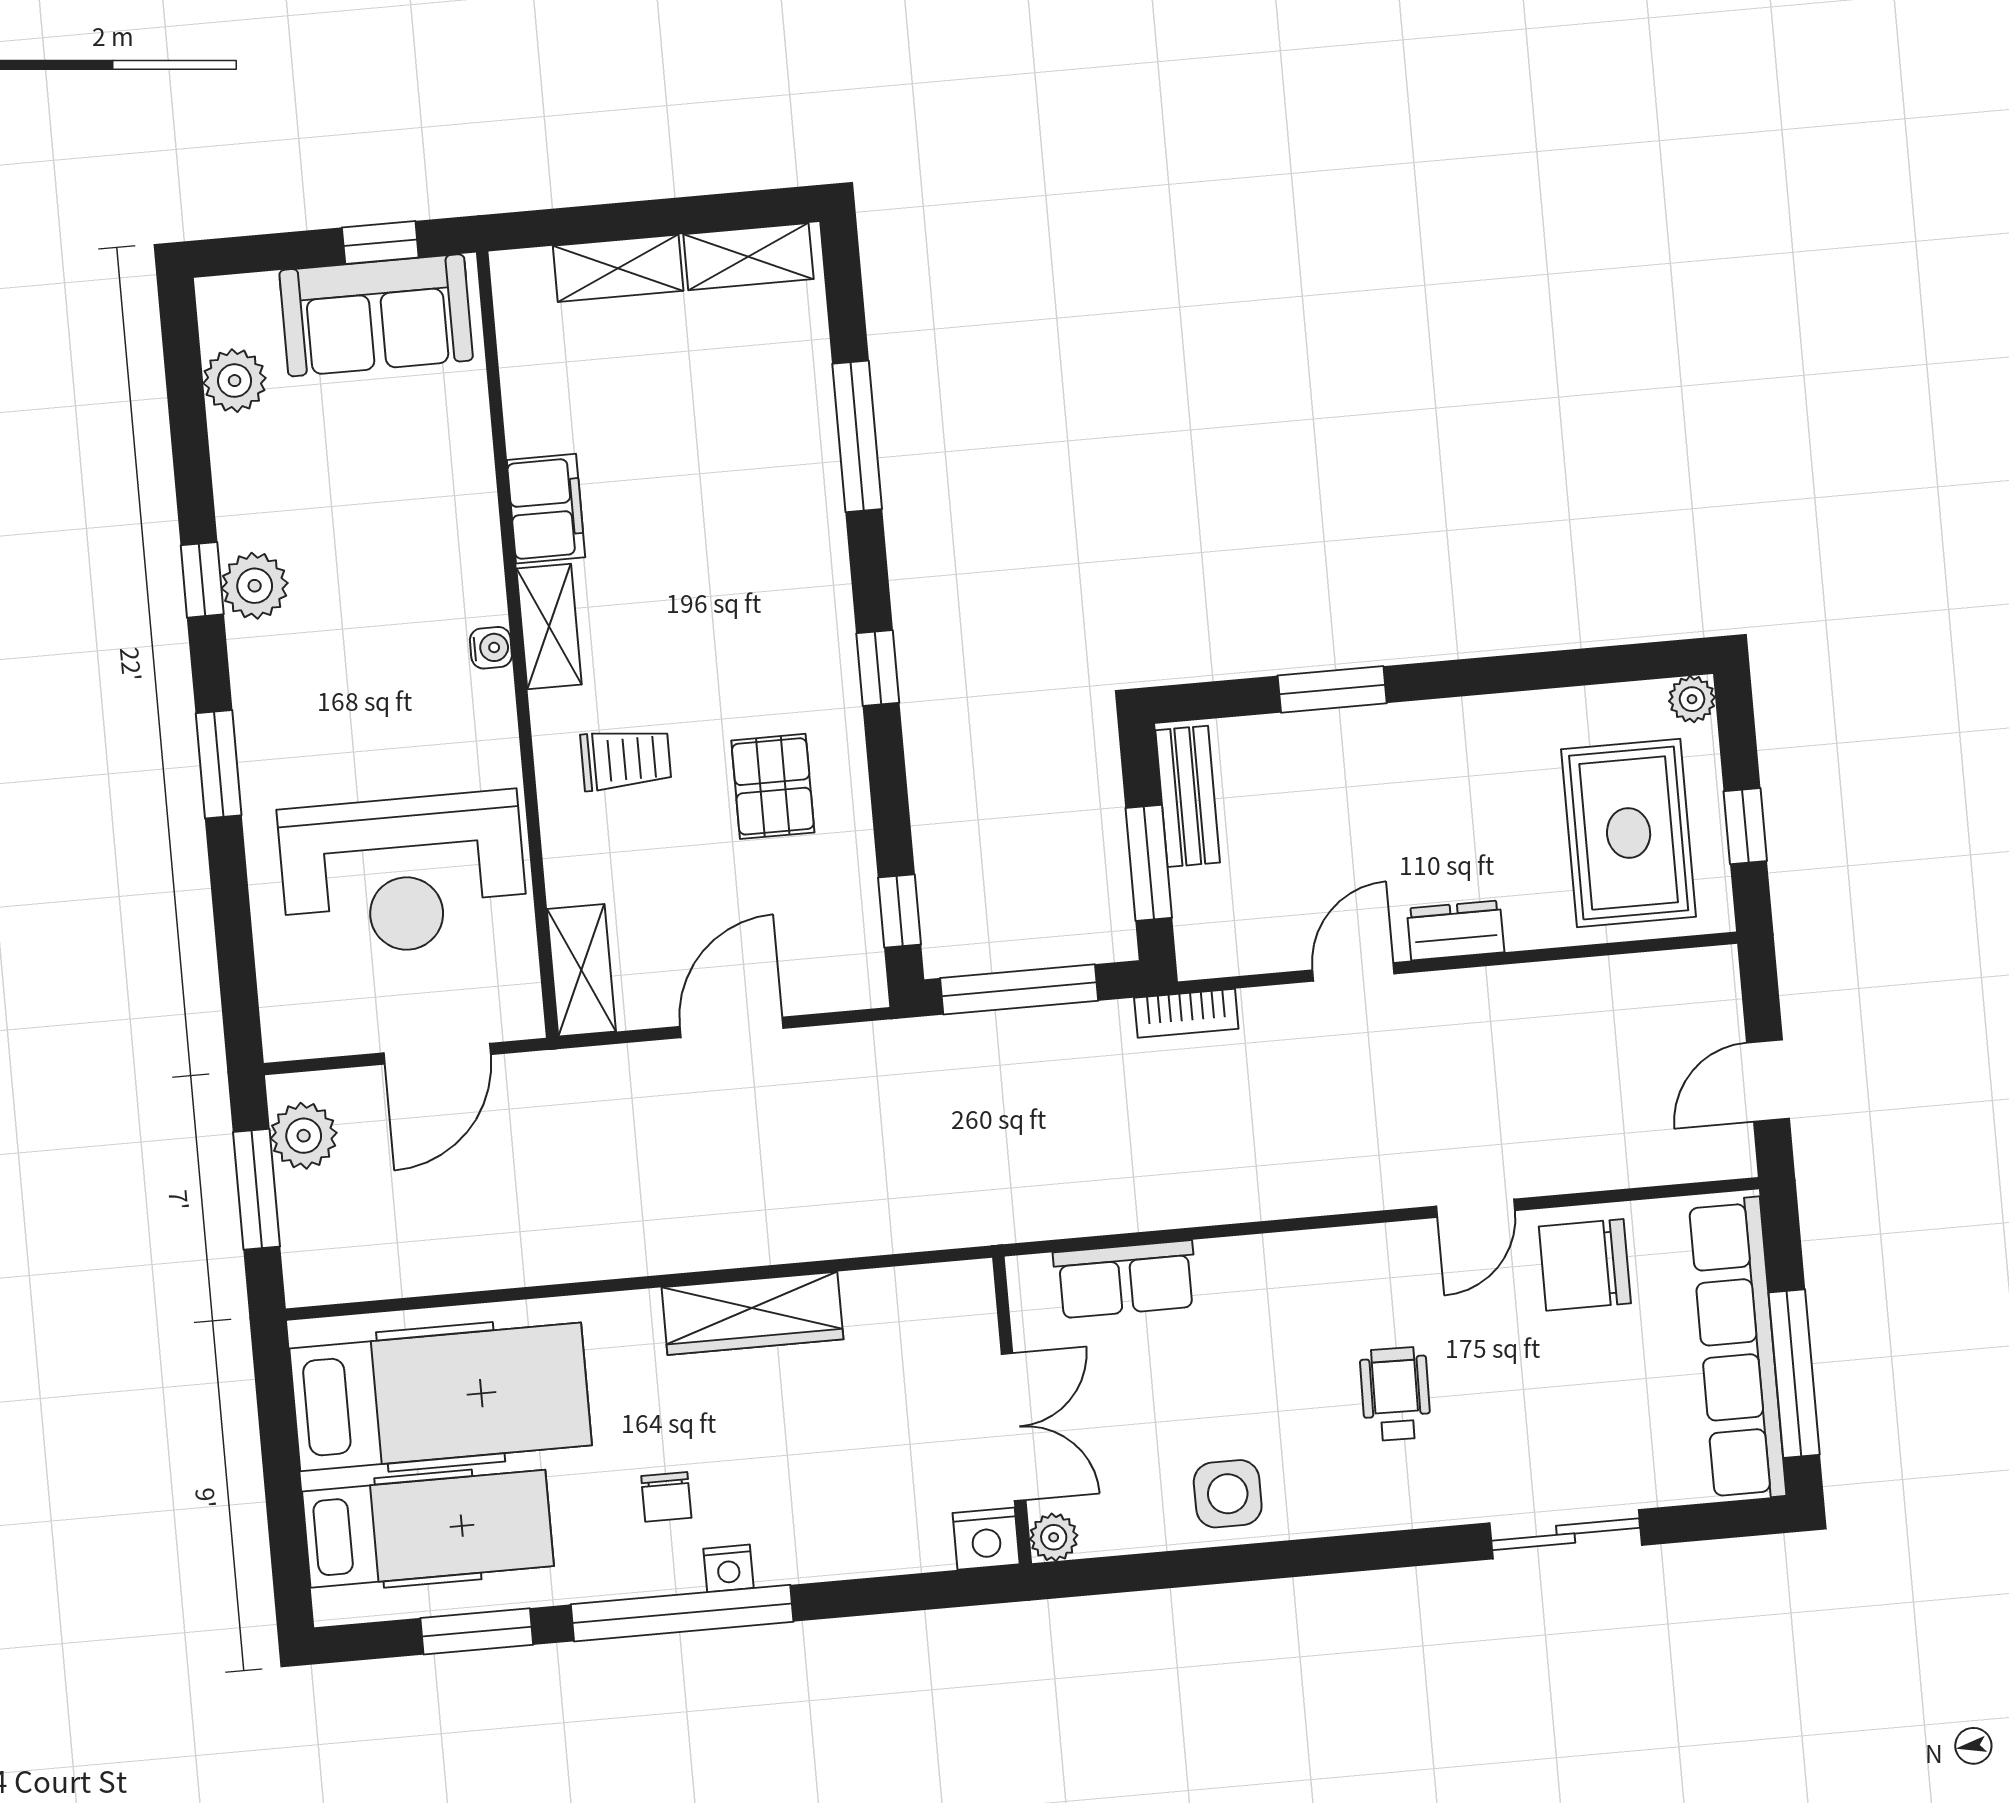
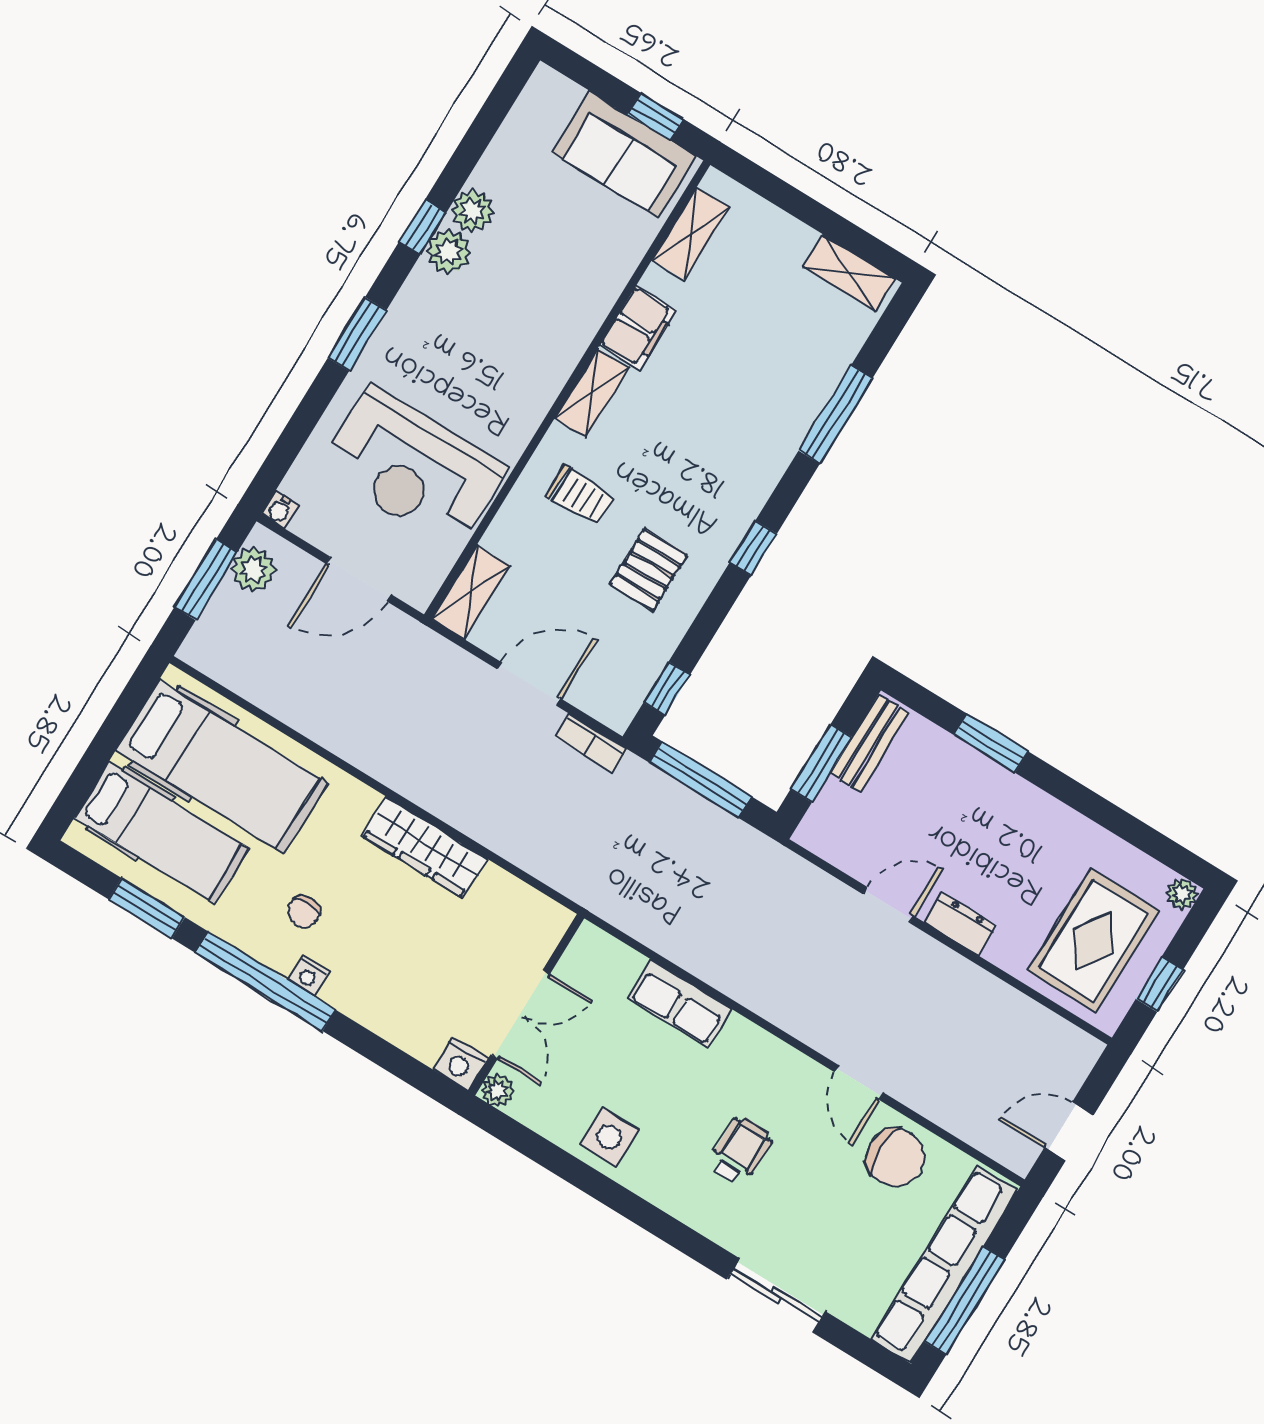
shelving: (618, 268) -> (691, 234), moved, turned 90
plant: (235, 381) -> (472, 211), moved
water cooler: (491, 648) -> (280, 510), moved, turned 90
bookcase: (1186, 1013) -> (591, 743), moved
door: (1476, 1208) -> (859, 1082), hinge flipped
chair: (1585, 1265) -> (895, 1157), turned 180
row of seats: (1125, 1279) -> (680, 1004), moved

